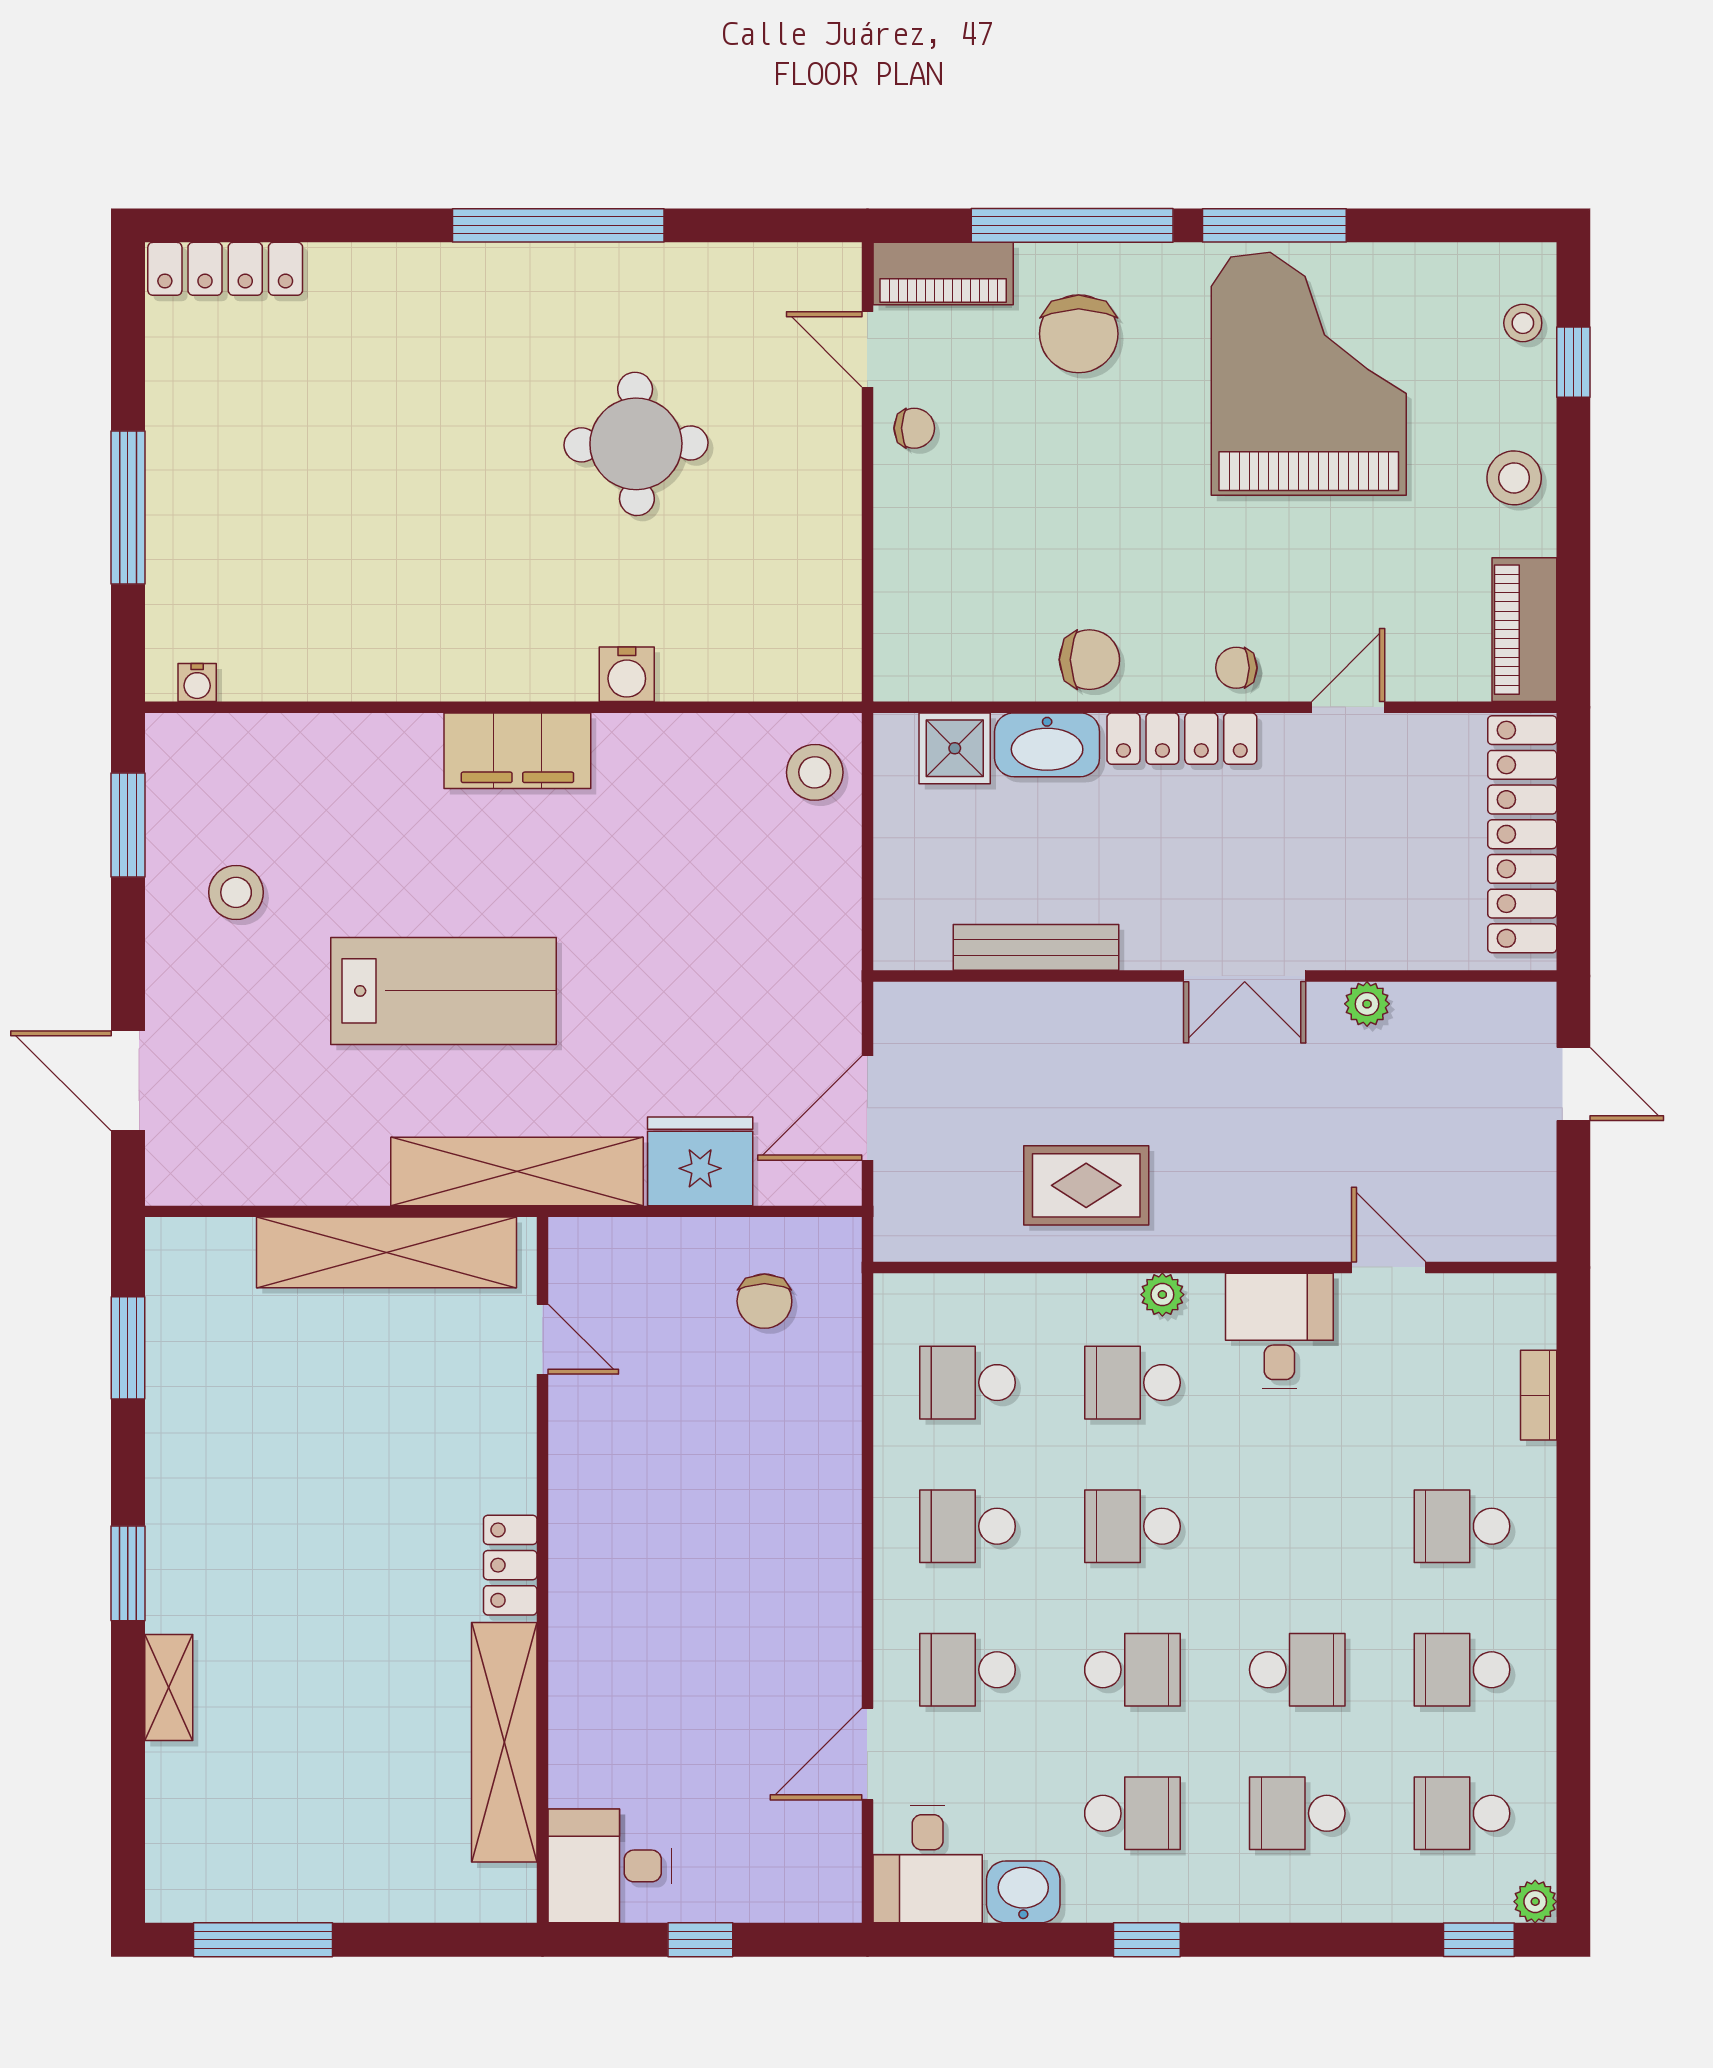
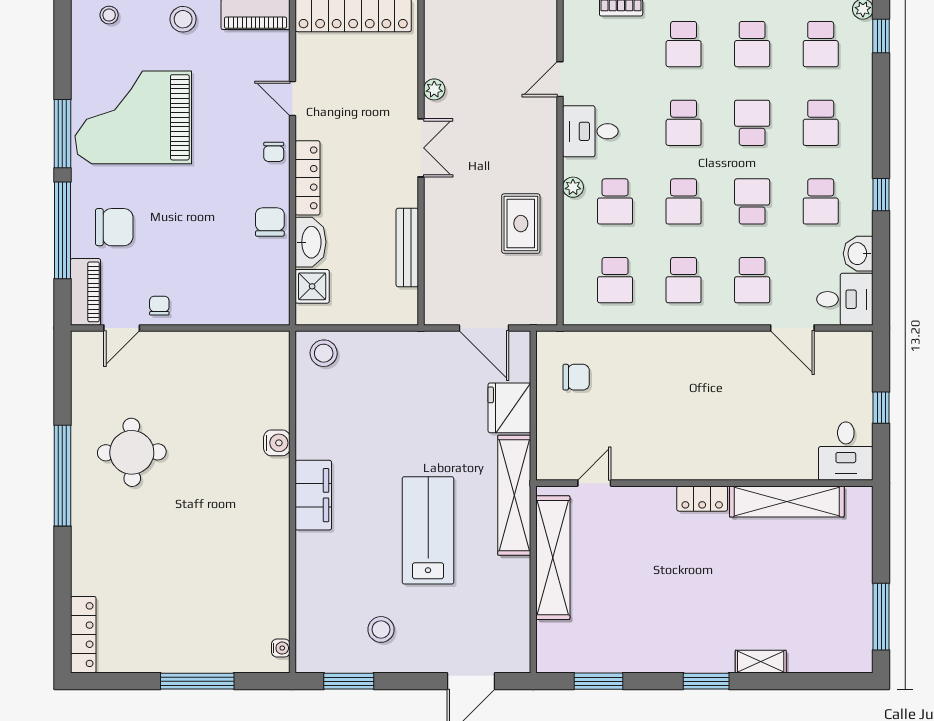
round table: (636, 444) -> (132, 452), moved
school desk: (1297, 1526) -> (684, 123), added
school desk: (1132, 1813) -> (821, 201), turned 180

